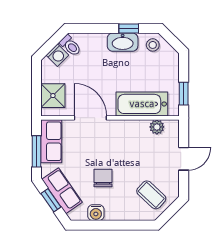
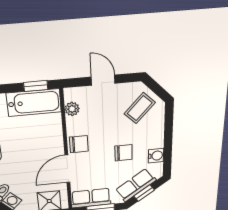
bathtub: (142, 104) -> (34, 103), moved, turned -90
chair: (118, 132) -> (79, 144), added
chair: (103, 178) -> (124, 153), turned 180

